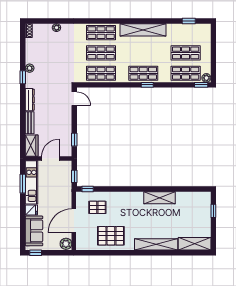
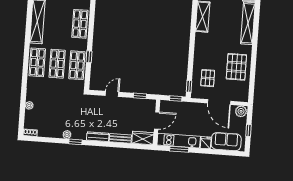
window: (147, 85) -> (89, 57), moved
door: (74, 99) -> (112, 94), moved
door: (50, 159) -> (157, 121), swing flipped
window: (36, 253) -> (249, 130), moved

